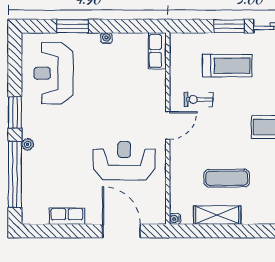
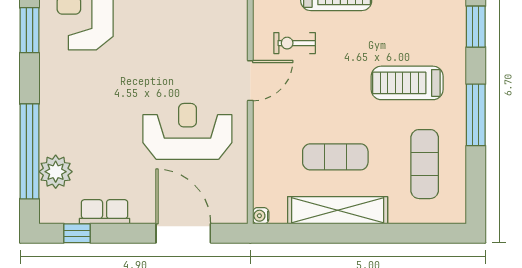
window: (15, 112) -> (29, 30), moved
plant: (28, 144) -> (56, 172), moved, width x1.87, depth x1.87
shelving: (217, 215) -> (338, 210), width x1.47
window: (48, 231) -> (77, 233), added

